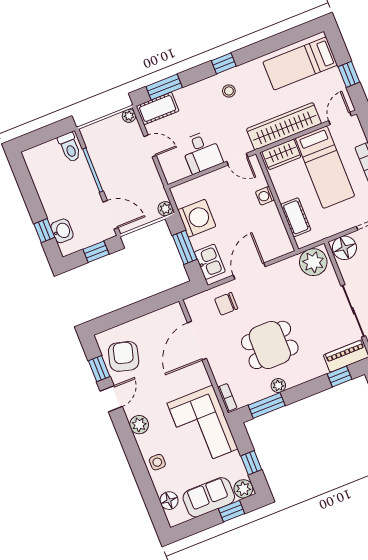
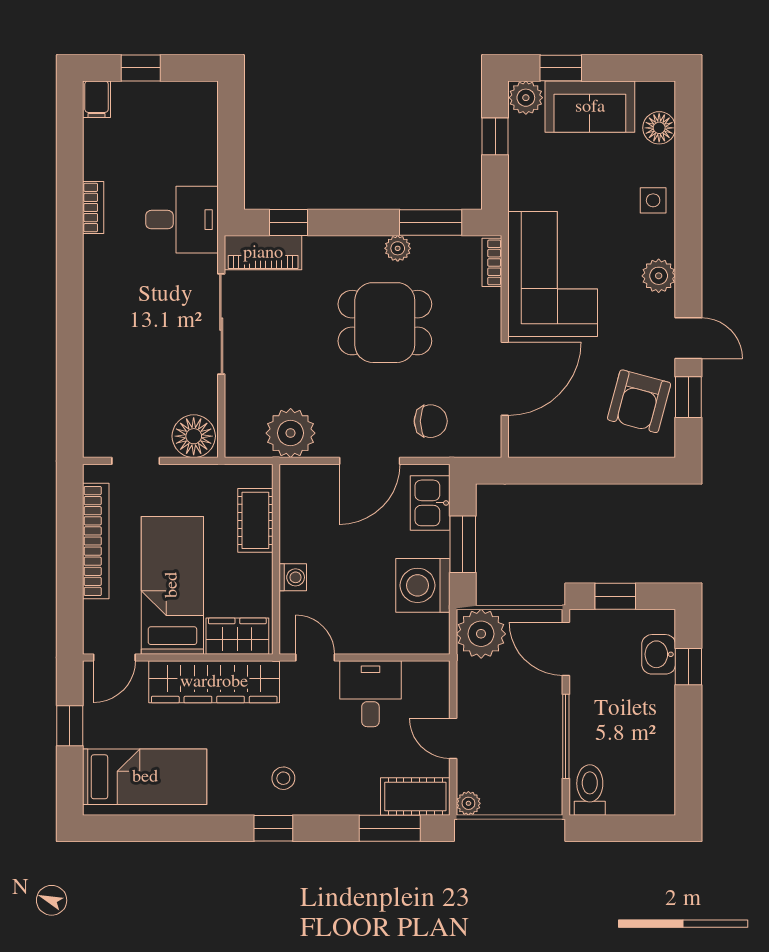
plant: (165, 209) -> (481, 634), width x1.88, depth x1.88
plant: (313, 262) -> (291, 433), moved
door: (111, 399) -> (688, 338), swing flipped
corner sofa: (203, 426) -> (553, 274), moved

